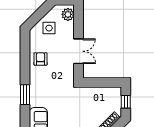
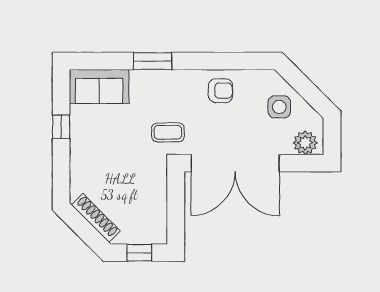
double door: (79, 51) -> (235, 163), width x1.87
coffee table: (62, 87) -> (168, 132), added

